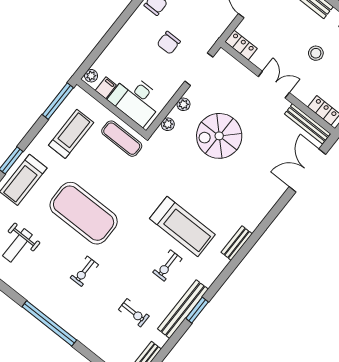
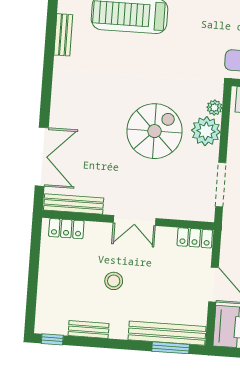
plant: (183, 104) -> (206, 131), width x1.87, depth x1.87

